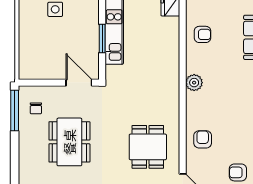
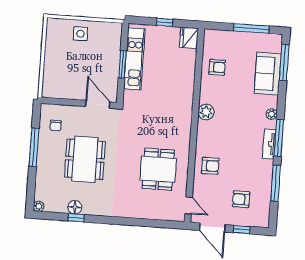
window: (15, 111) -> (34, 147), moved
armchair: (203, 139) -> (210, 166), turned 90

